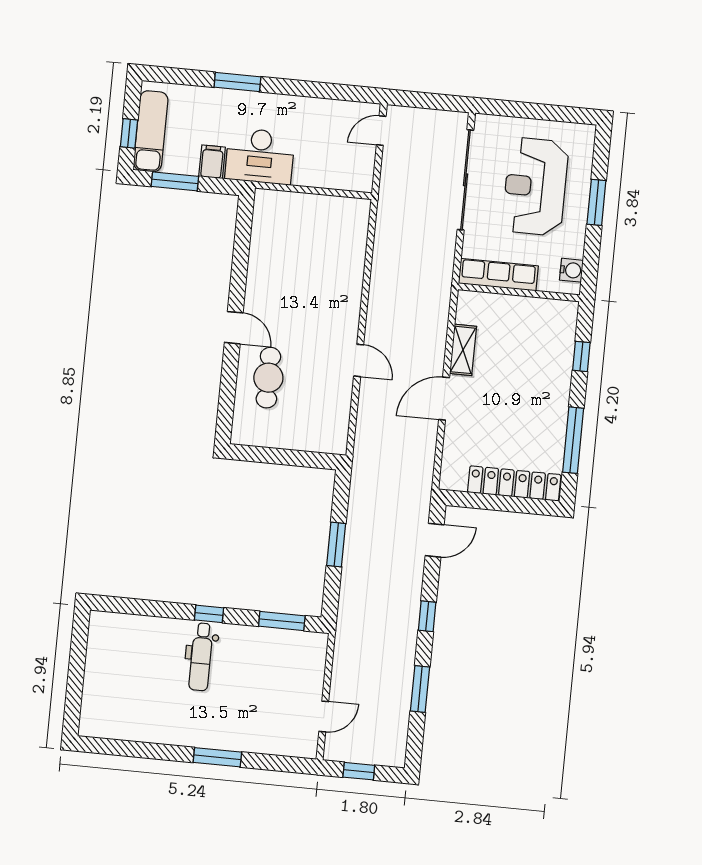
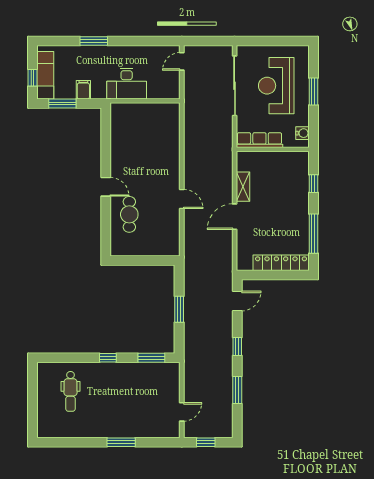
desk: (260, 156) -> (127, 84), moved
dental chair: (201, 657) -> (70, 391), moved

